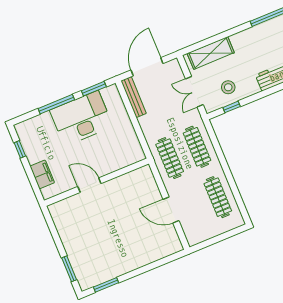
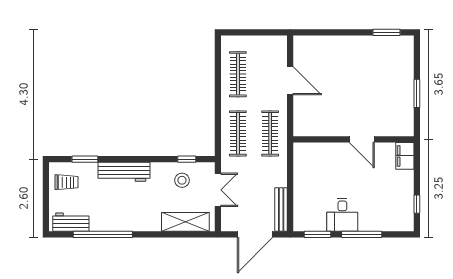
desk: (81, 118) -> (342, 215), width x0.53, depth x0.77
filing cabinet: (42, 174) -> (405, 156), moved
window: (69, 269) -> (417, 93), moved

